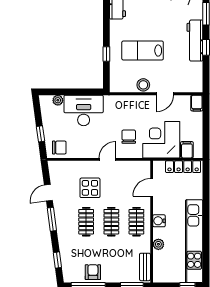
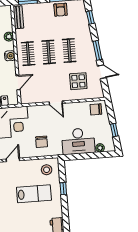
stool: (143, 85) -> (47, 170), moved
window: (40, 134) -> (114, 130), moved
chair: (129, 137) -> (42, 142), moved
door: (107, 159) -> (56, 103), hinge flipped
display table: (90, 188) -> (78, 81), moved
door: (48, 193) -> (102, 72), hinge flipped

